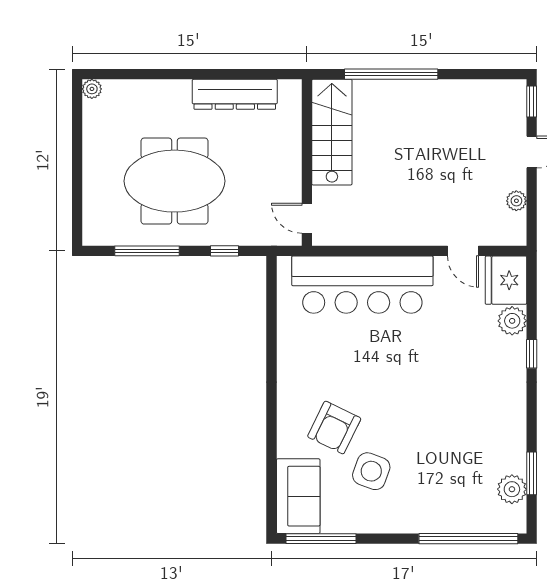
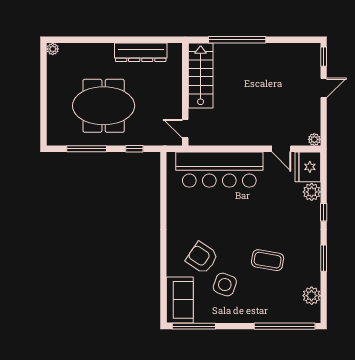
plant: (516, 201) -> (314, 139), moved
armchair: (334, 428) -> (202, 258), turned 98
coffee table: (441, 432) -> (268, 260), added
window: (532, 473) -> (324, 258), moved

